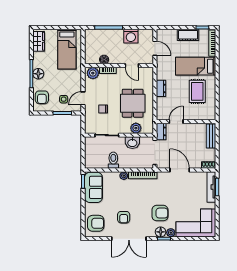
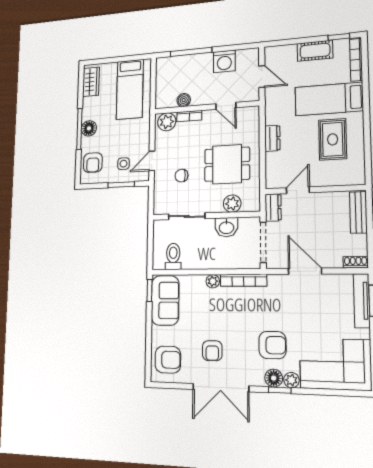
dining table: (133, 103) -> (227, 164), turned 90
toilet: (113, 160) -> (173, 256), moved

